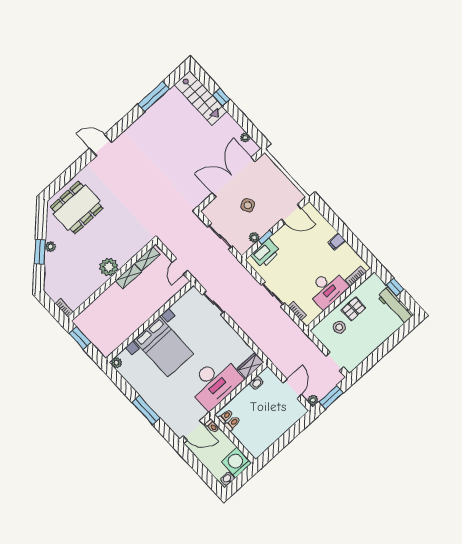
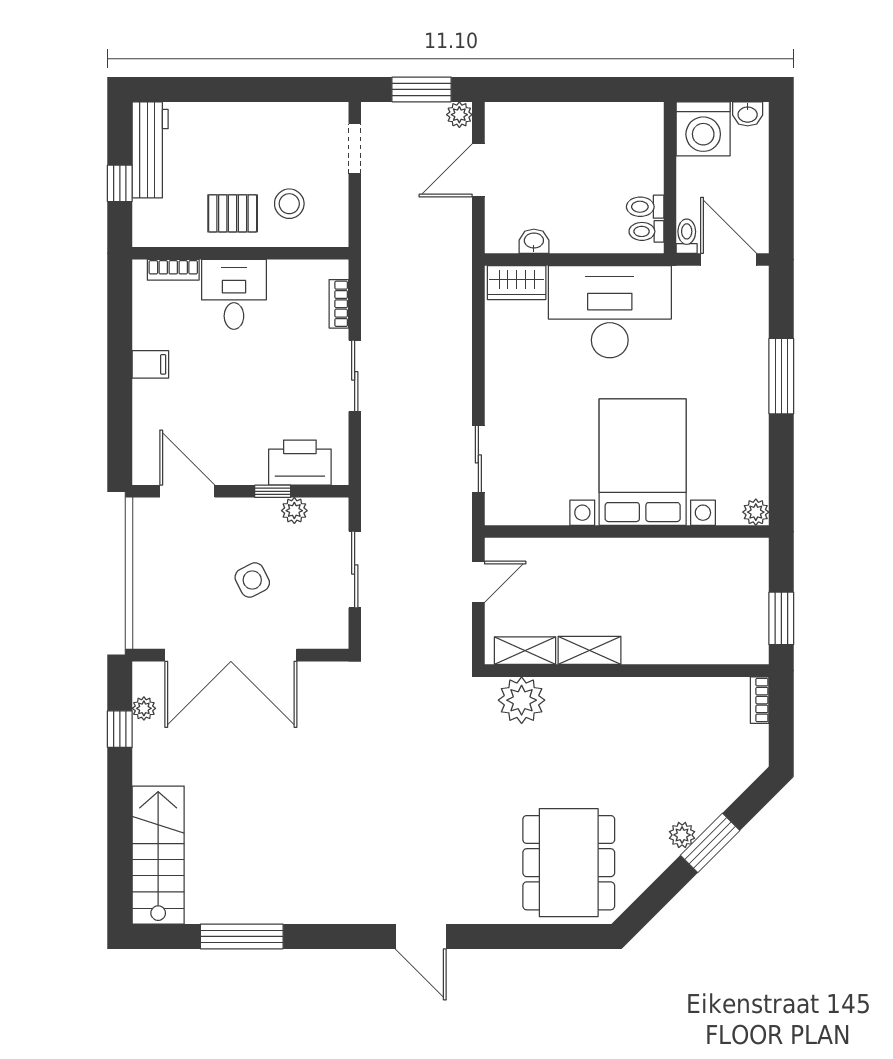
window: (221, 97) -> (120, 729), moved
dining table: (77, 208) -> (569, 863), turned 90
plant: (109, 267) -> (522, 700), moved
desk: (327, 289) -> (234, 294), width x0.73

